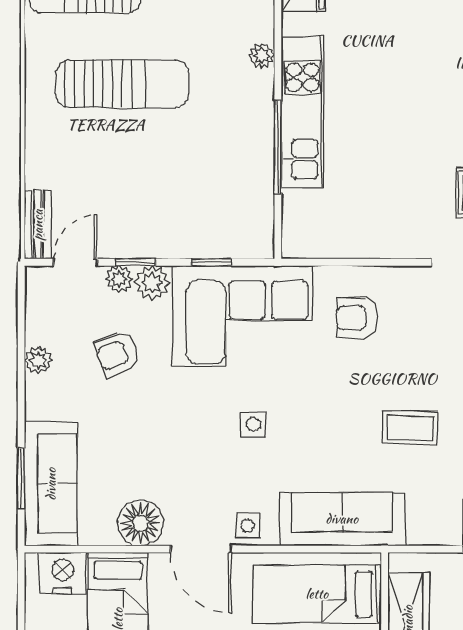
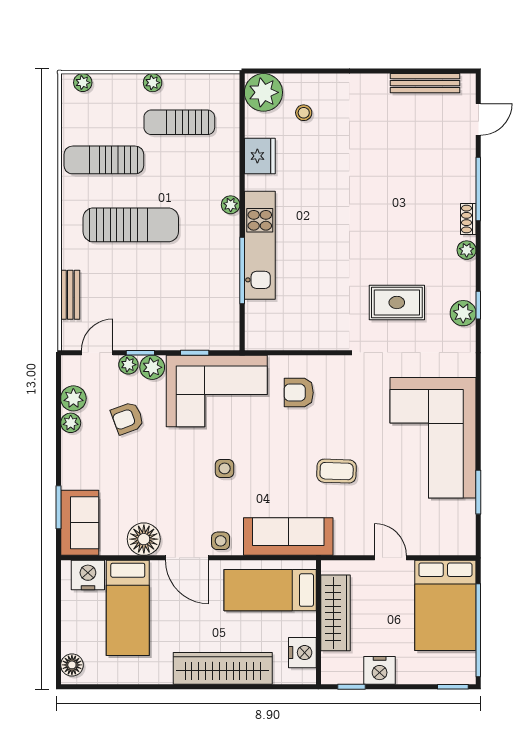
bench: (38, 225) -> (70, 295), moved
plant: (42, 326) -> (73, 398), added
sofa: (51, 484) -> (80, 523), width x0.73

